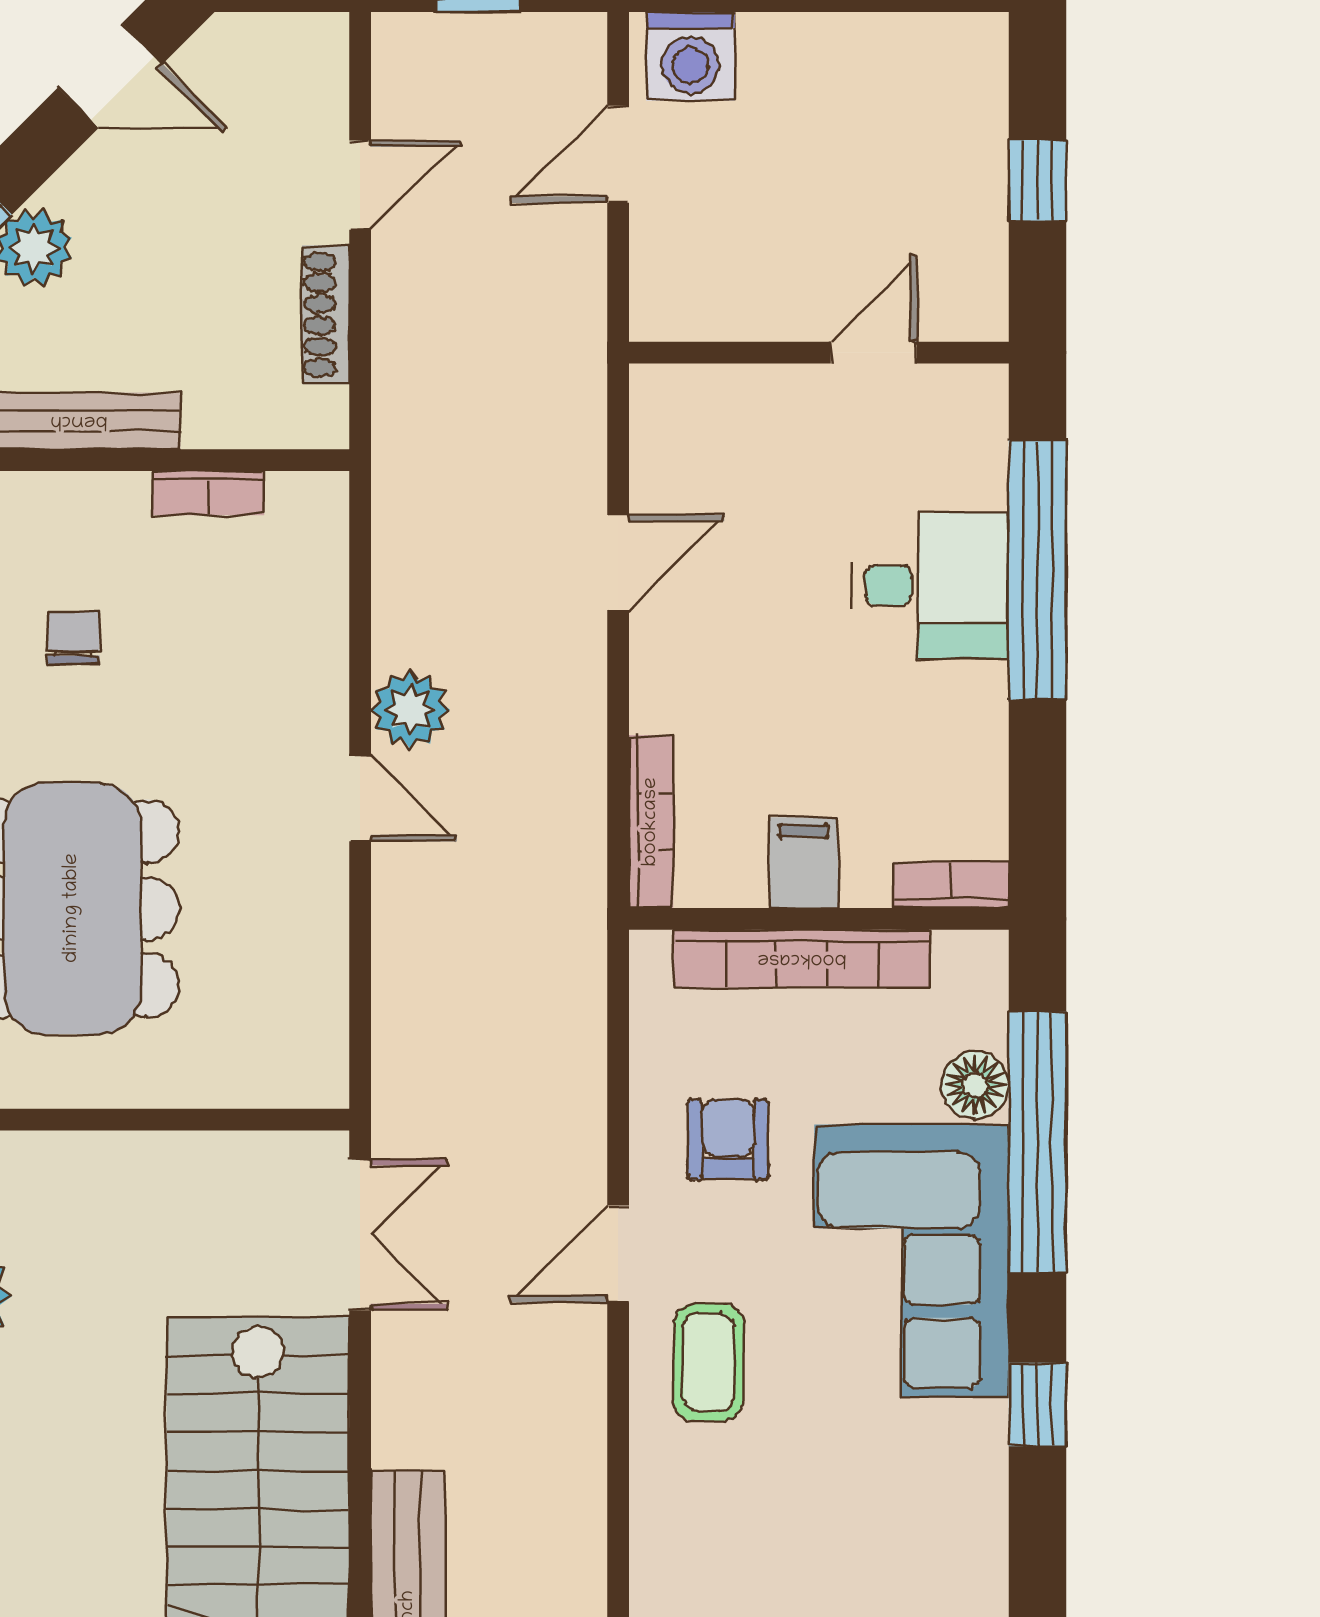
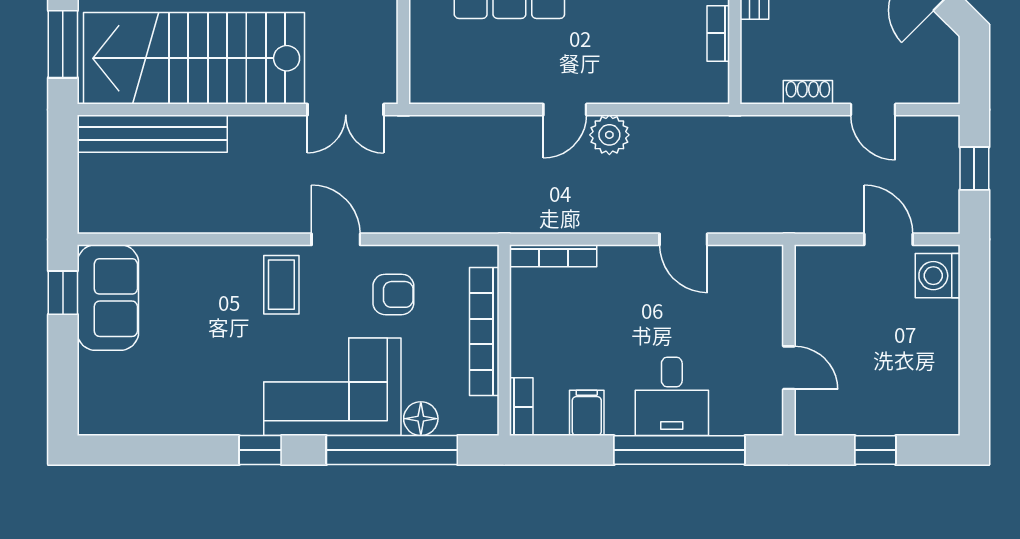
shoe rack: (326, 315) -> (808, 92), width x0.70
filing cabinet: (804, 863) -> (587, 413), moved, turned -90
coffee table: (709, 1362) -> (281, 285), turned 90

